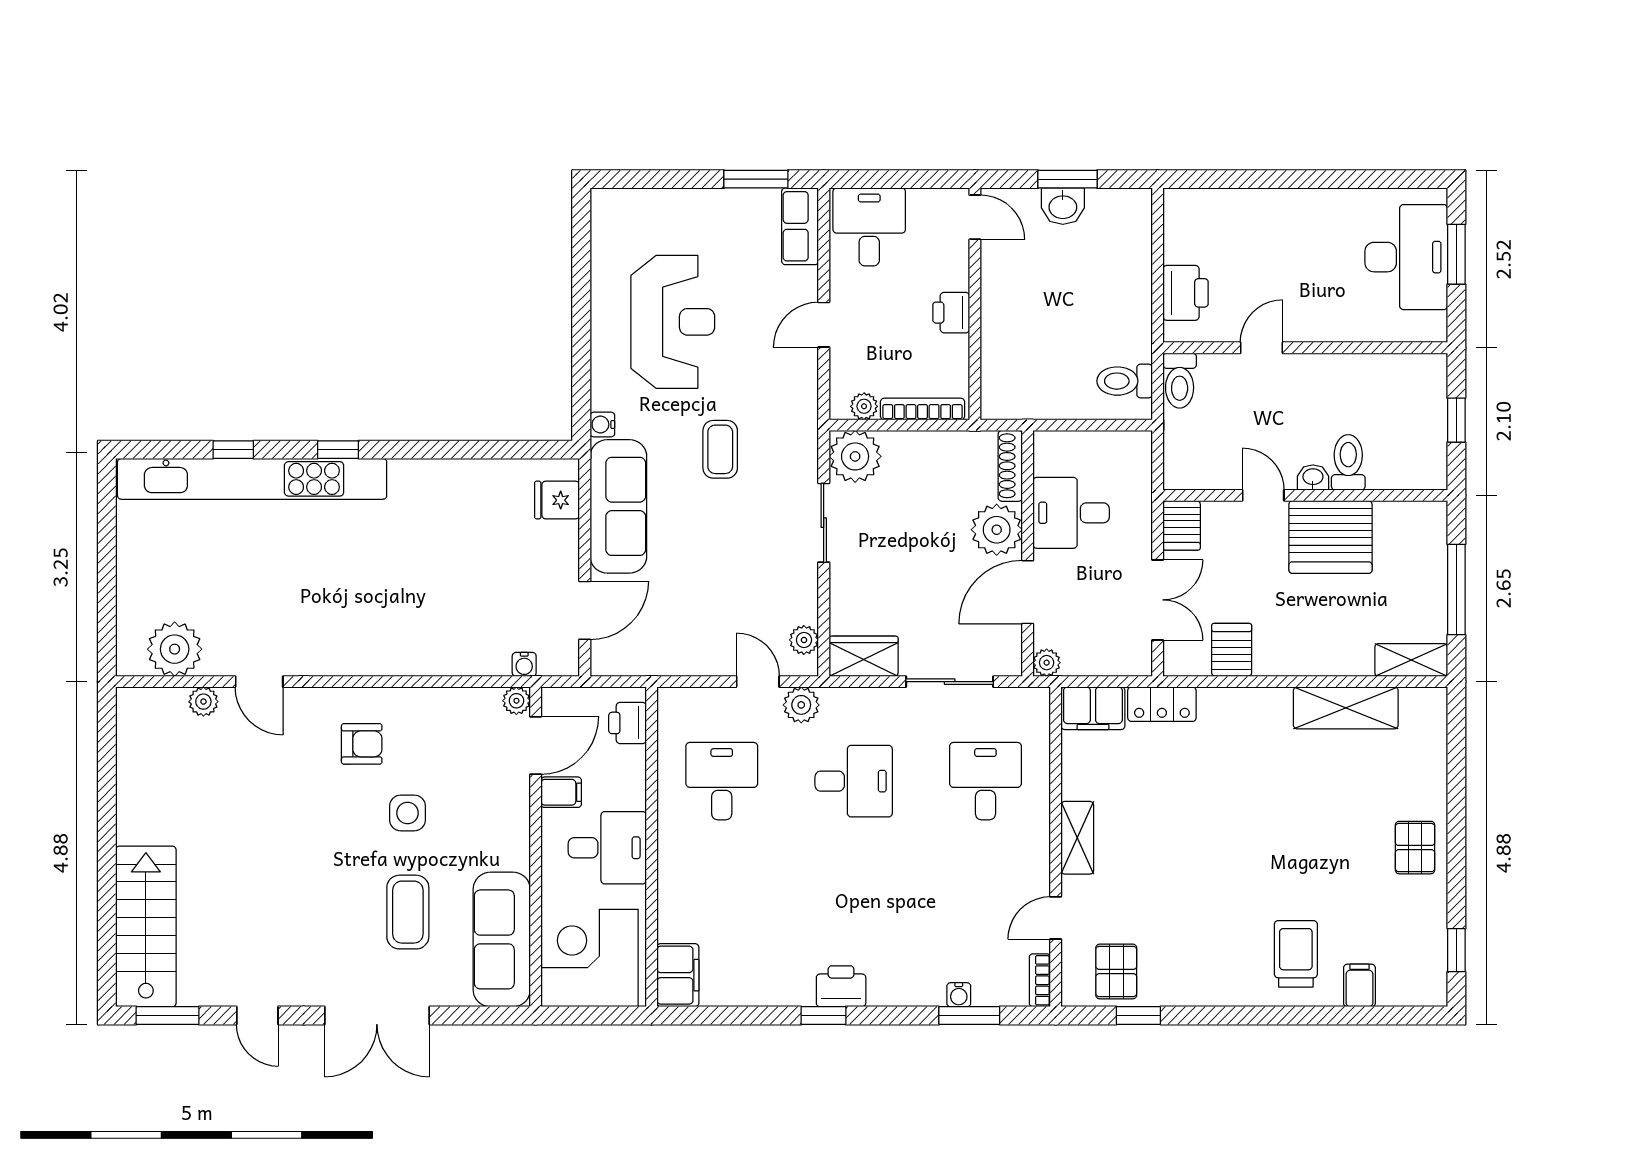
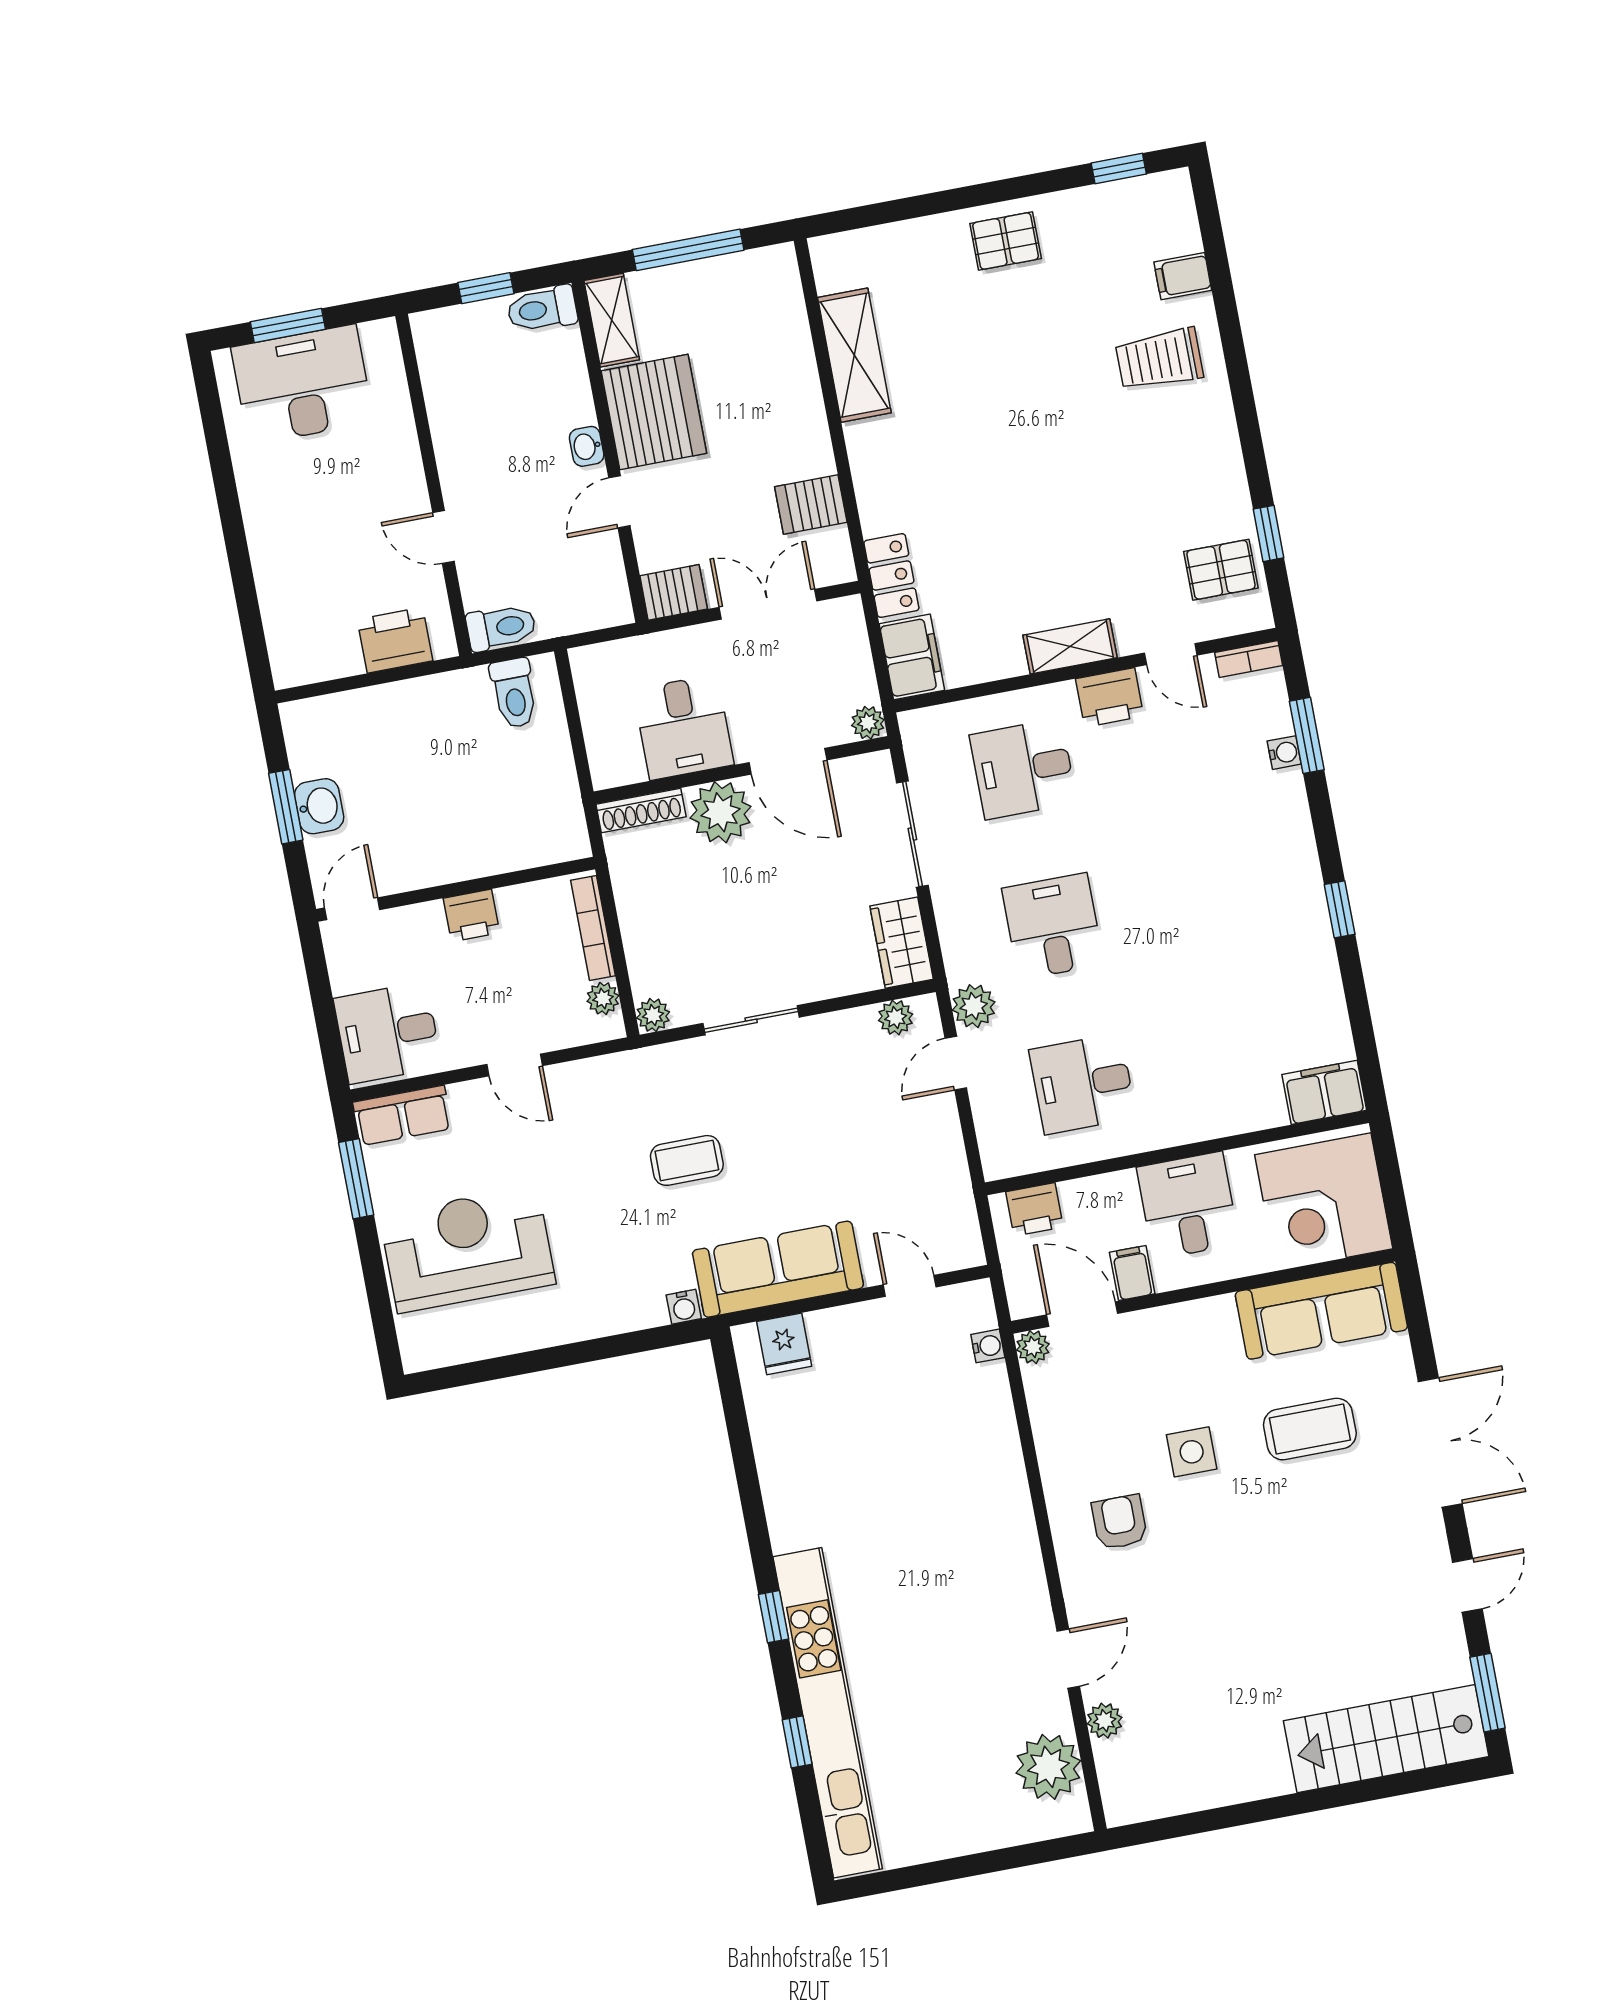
reception desk: (673, 322) -> (468, 1249), moved
plant: (855, 456) -> (653, 1015), width x0.53, depth x0.53
toilet: (1348, 462) -> (542, 309), moved
door: (585, 610) -> (910, 1286), width x0.73
shelving: (1411, 660) -> (612, 320), moved
printer: (841, 986) -> (1110, 697), moved, turned -90

